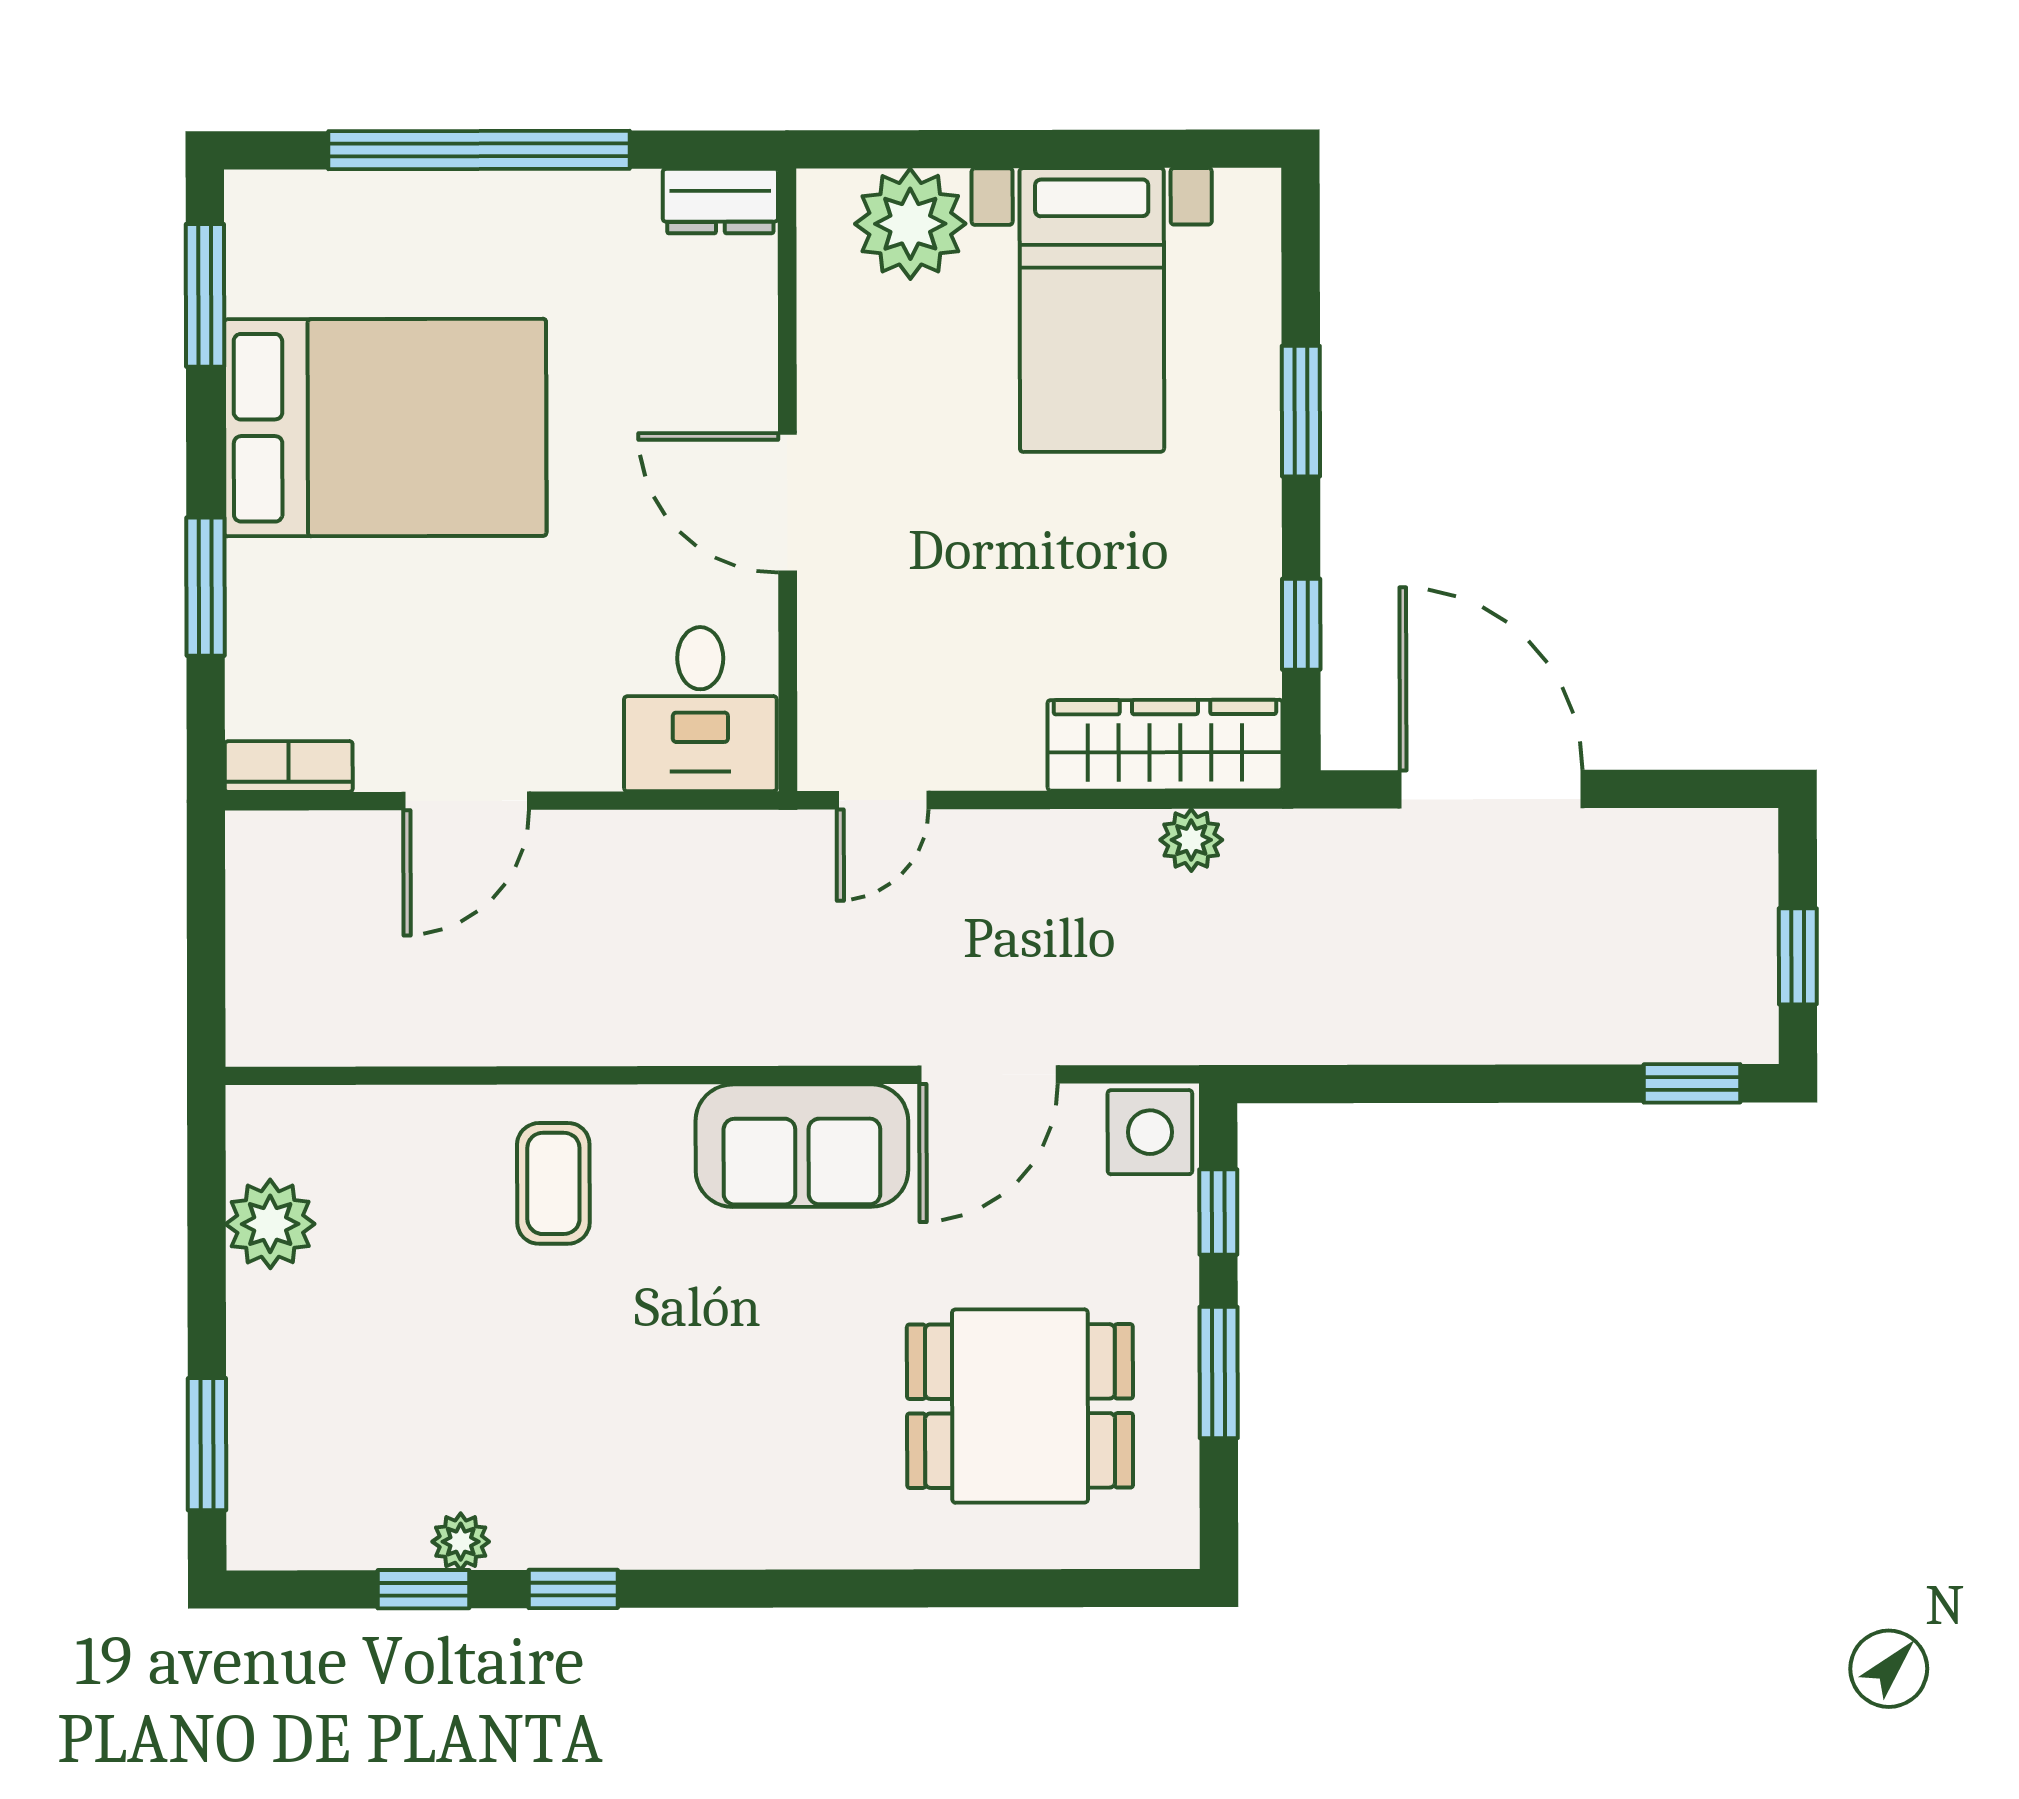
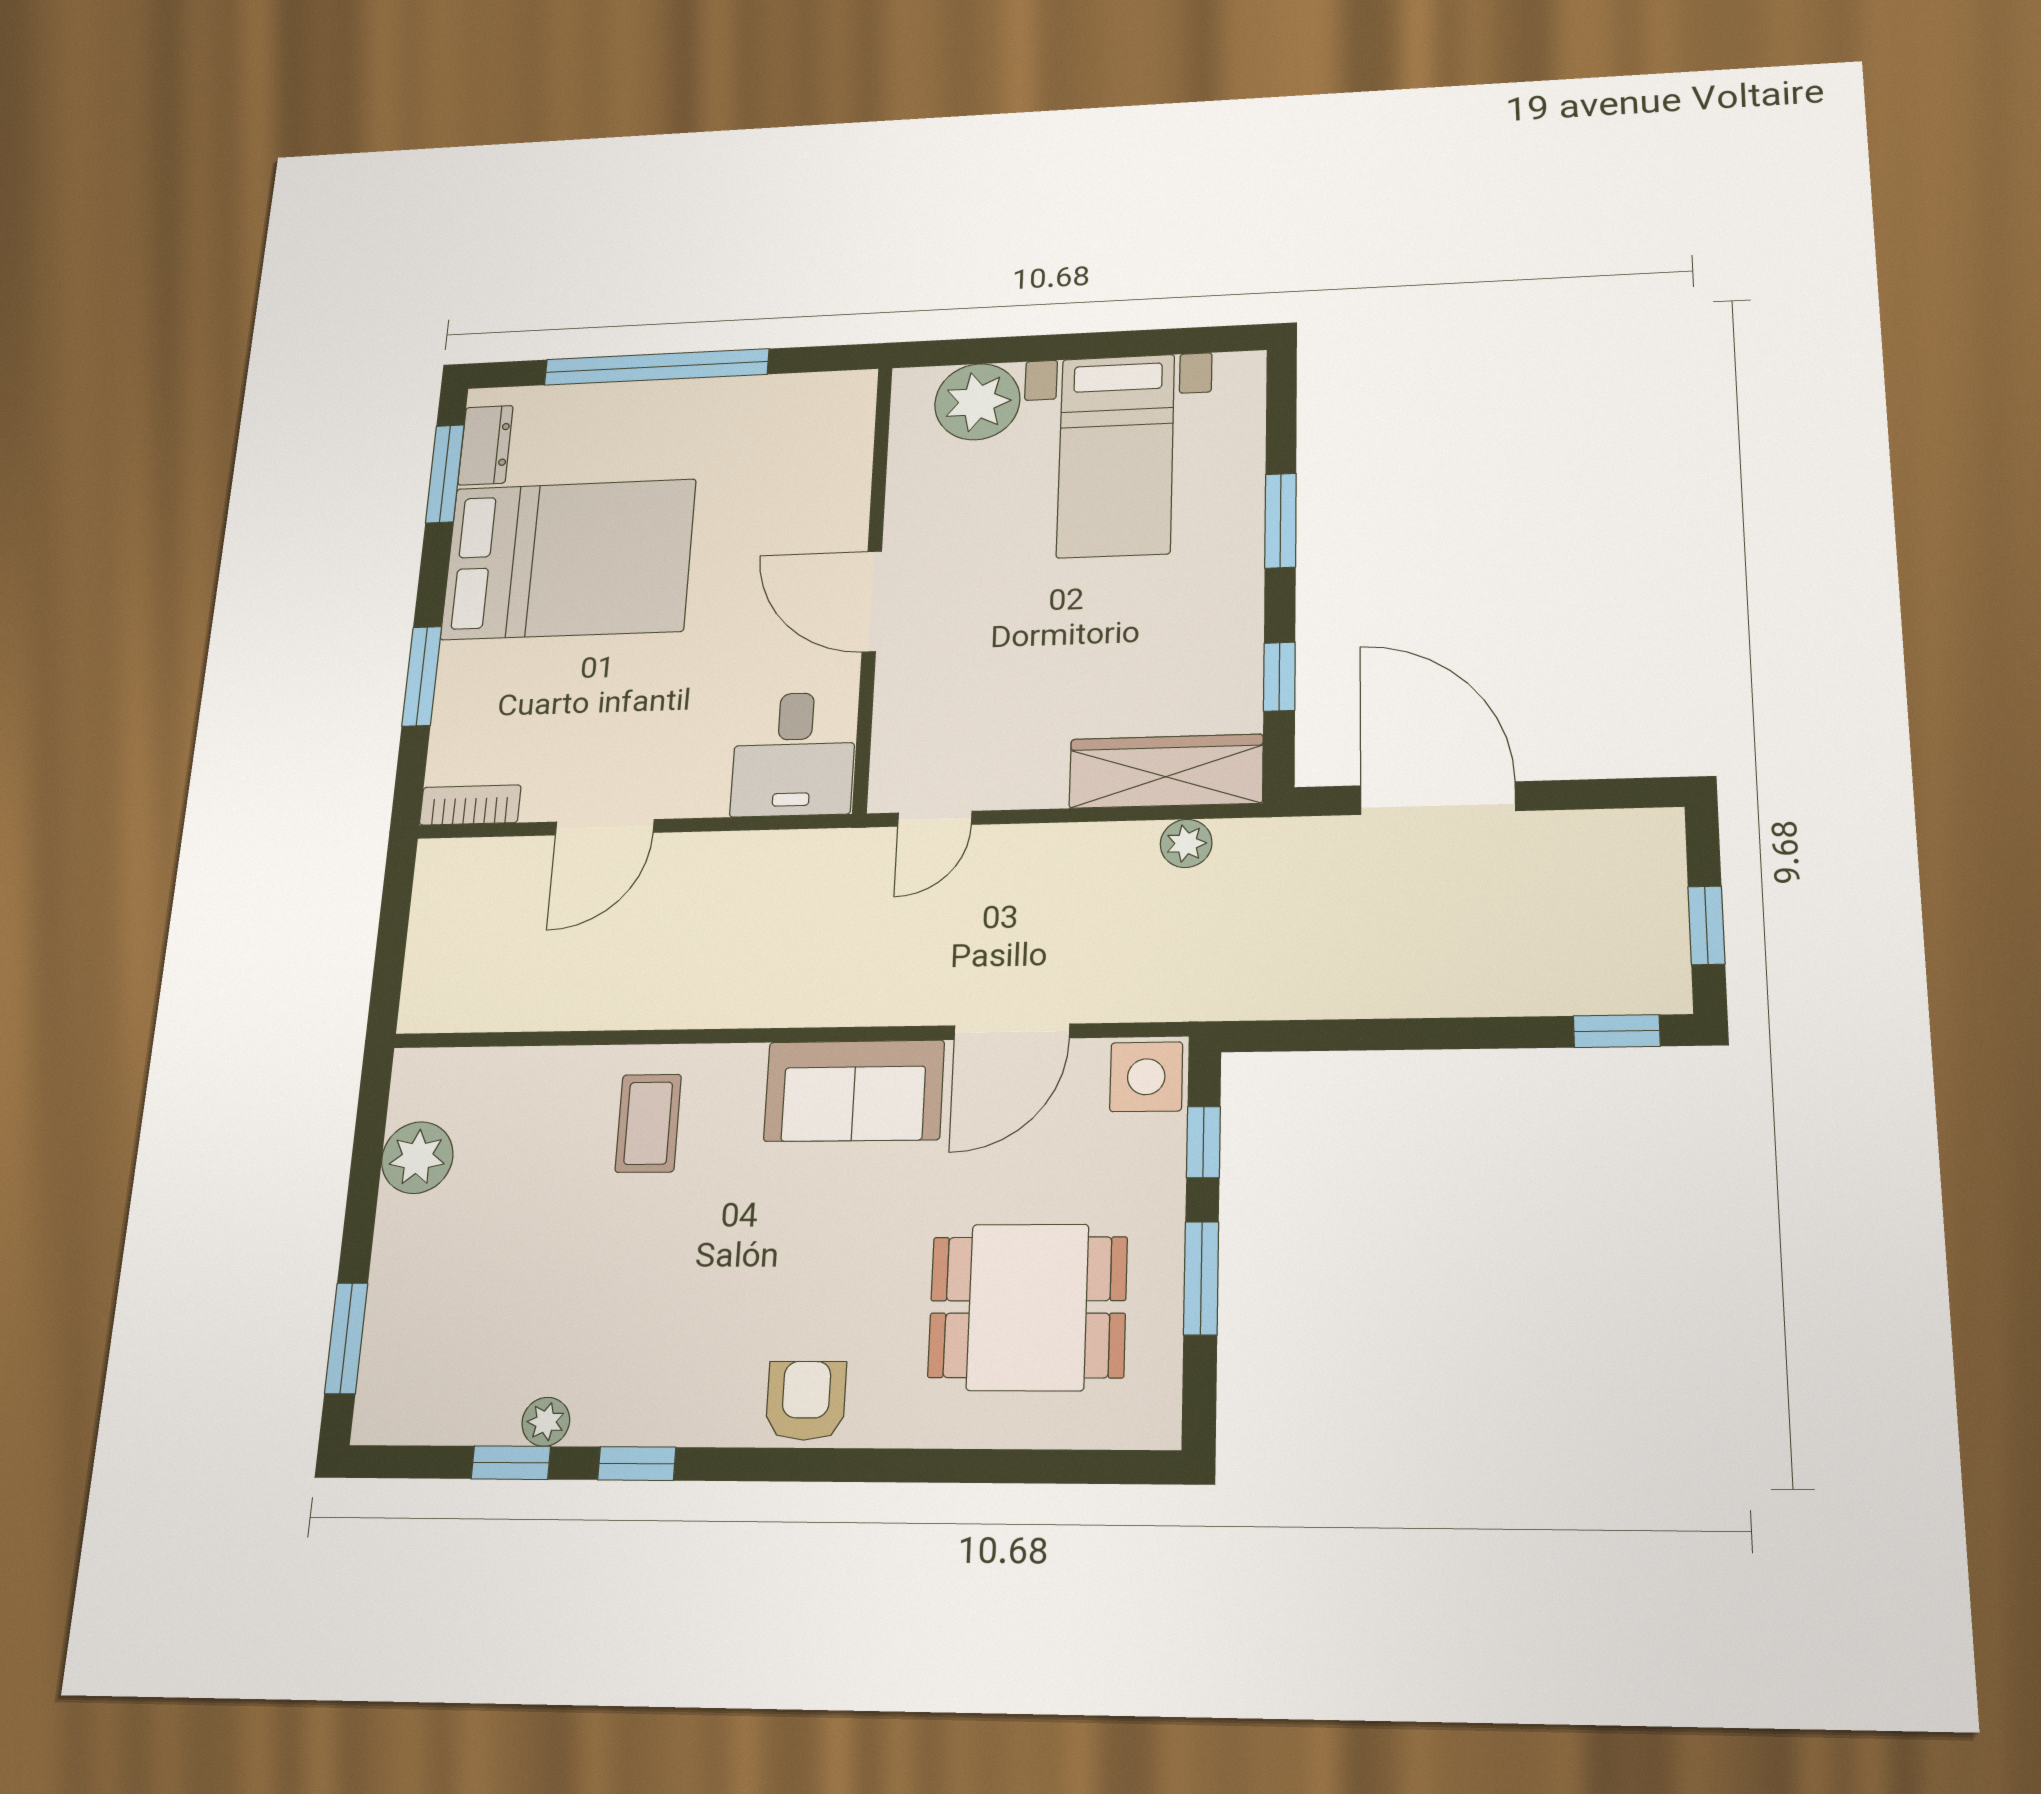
dresser: (720, 201) -> (485, 445), moved, turned -90
armchair: (767, 1515) -> (806, 1401), added

